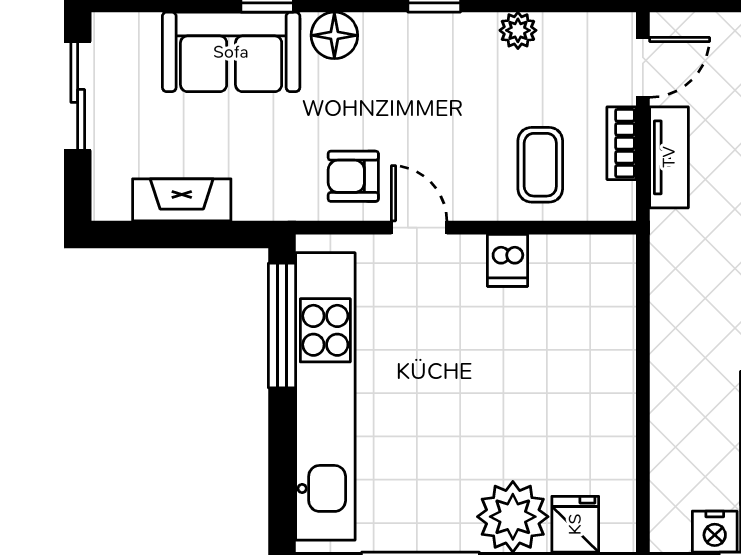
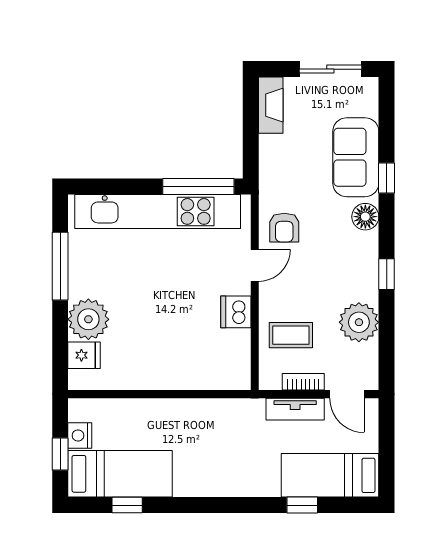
plant: (518, 30) -> (359, 322), width x1.88, depth x1.88
armchair: (353, 176) -> (284, 228), turned 180
fireplace: (182, 200) -> (271, 105), moved
dishwasher: (508, 260) -> (236, 312), width x1.38

